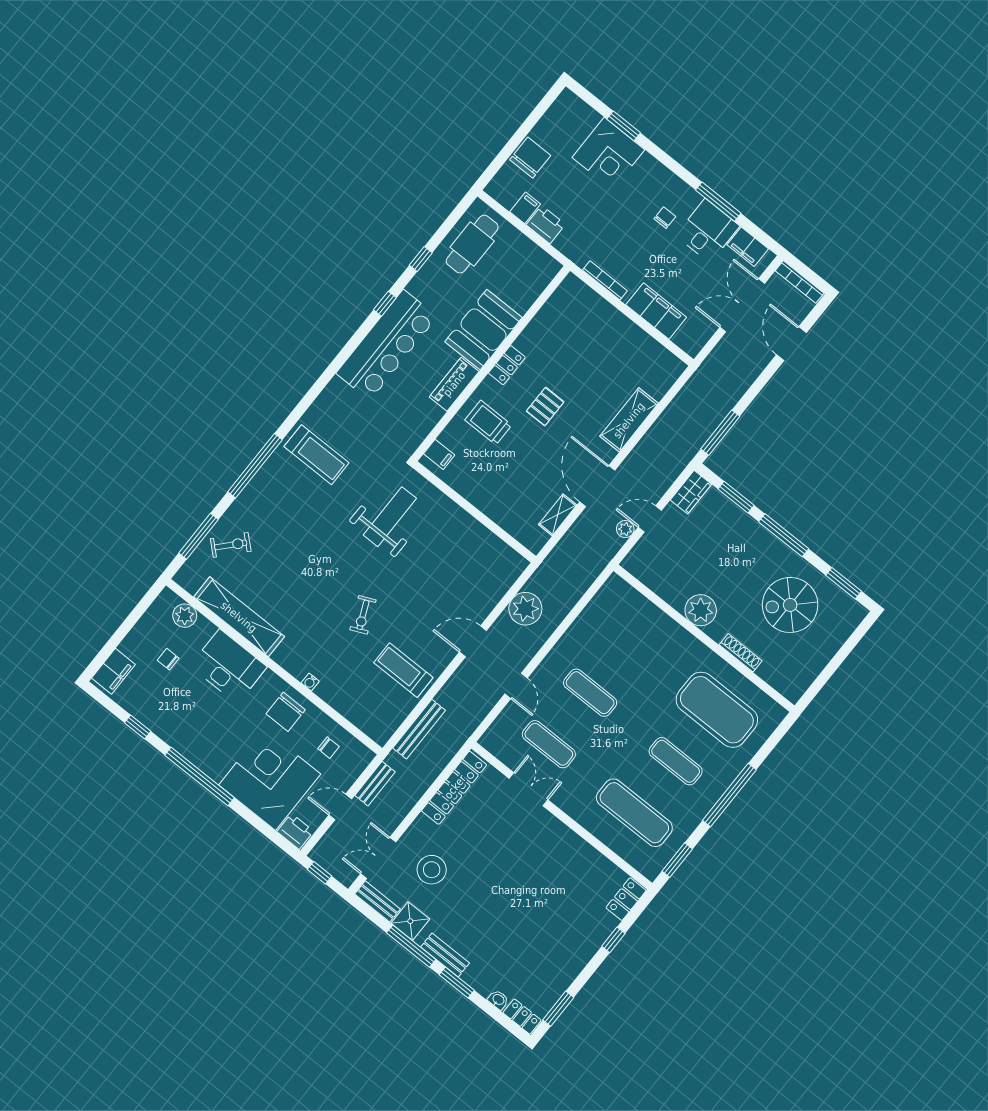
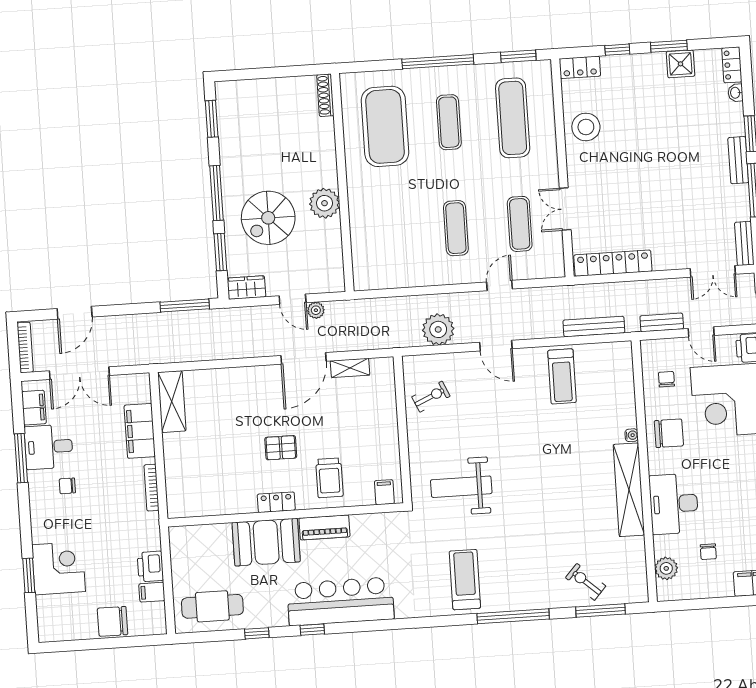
shelving: (629, 420) -> (172, 402), moved, turned 90
spiral stairs: (790, 605) -> (268, 218), moved, turned 90
exercise bike: (363, 615) -> (431, 397), moved
shelving: (239, 617) -> (629, 490), moved
shoe rack: (741, 653) -> (325, 95), moved
stool: (432, 870) -> (586, 127), moved
shower: (410, 921) -> (680, 64), moved
window: (558, 1009) -> (669, 46), moved

